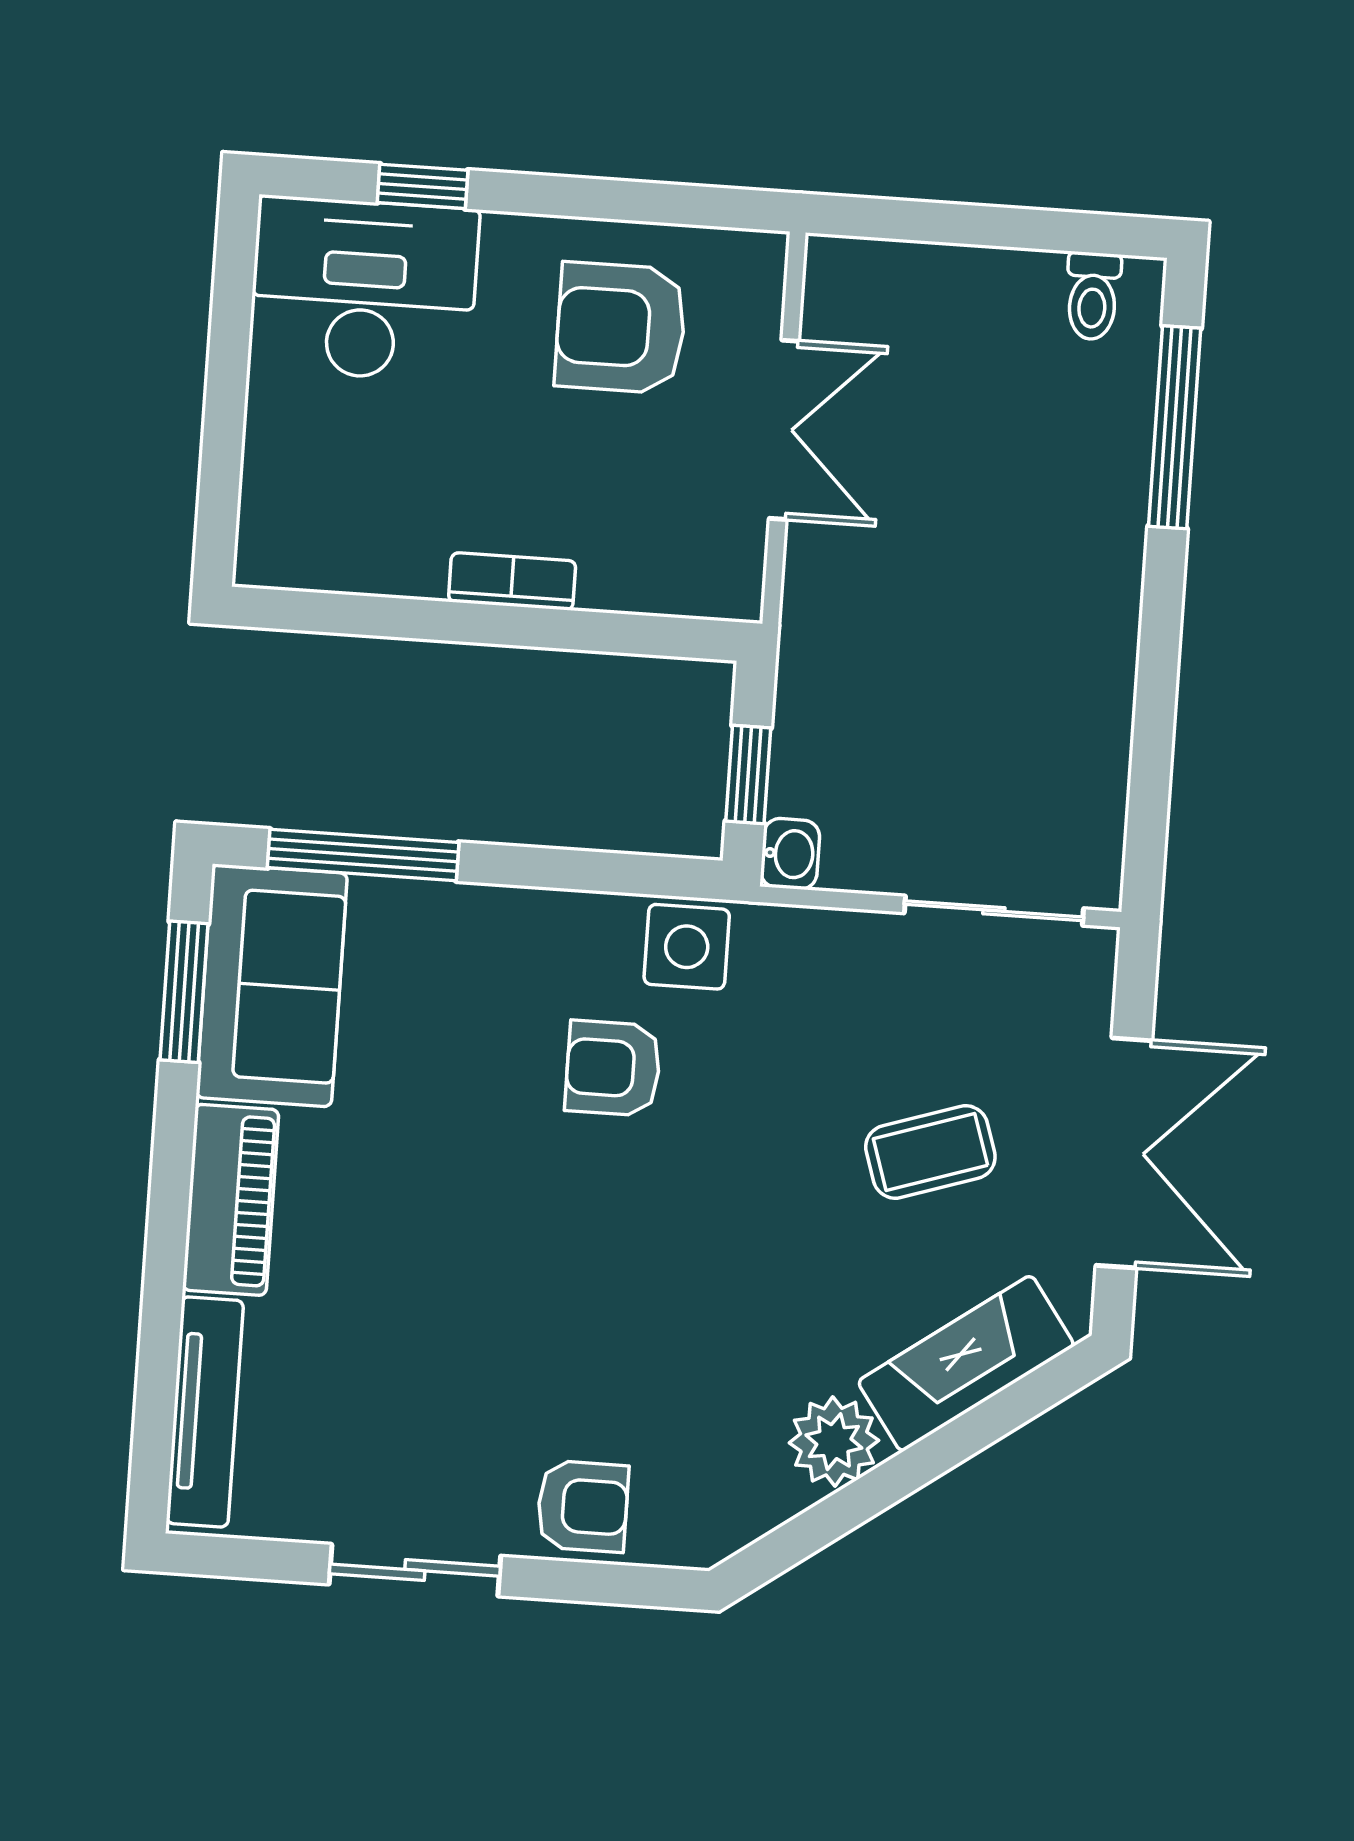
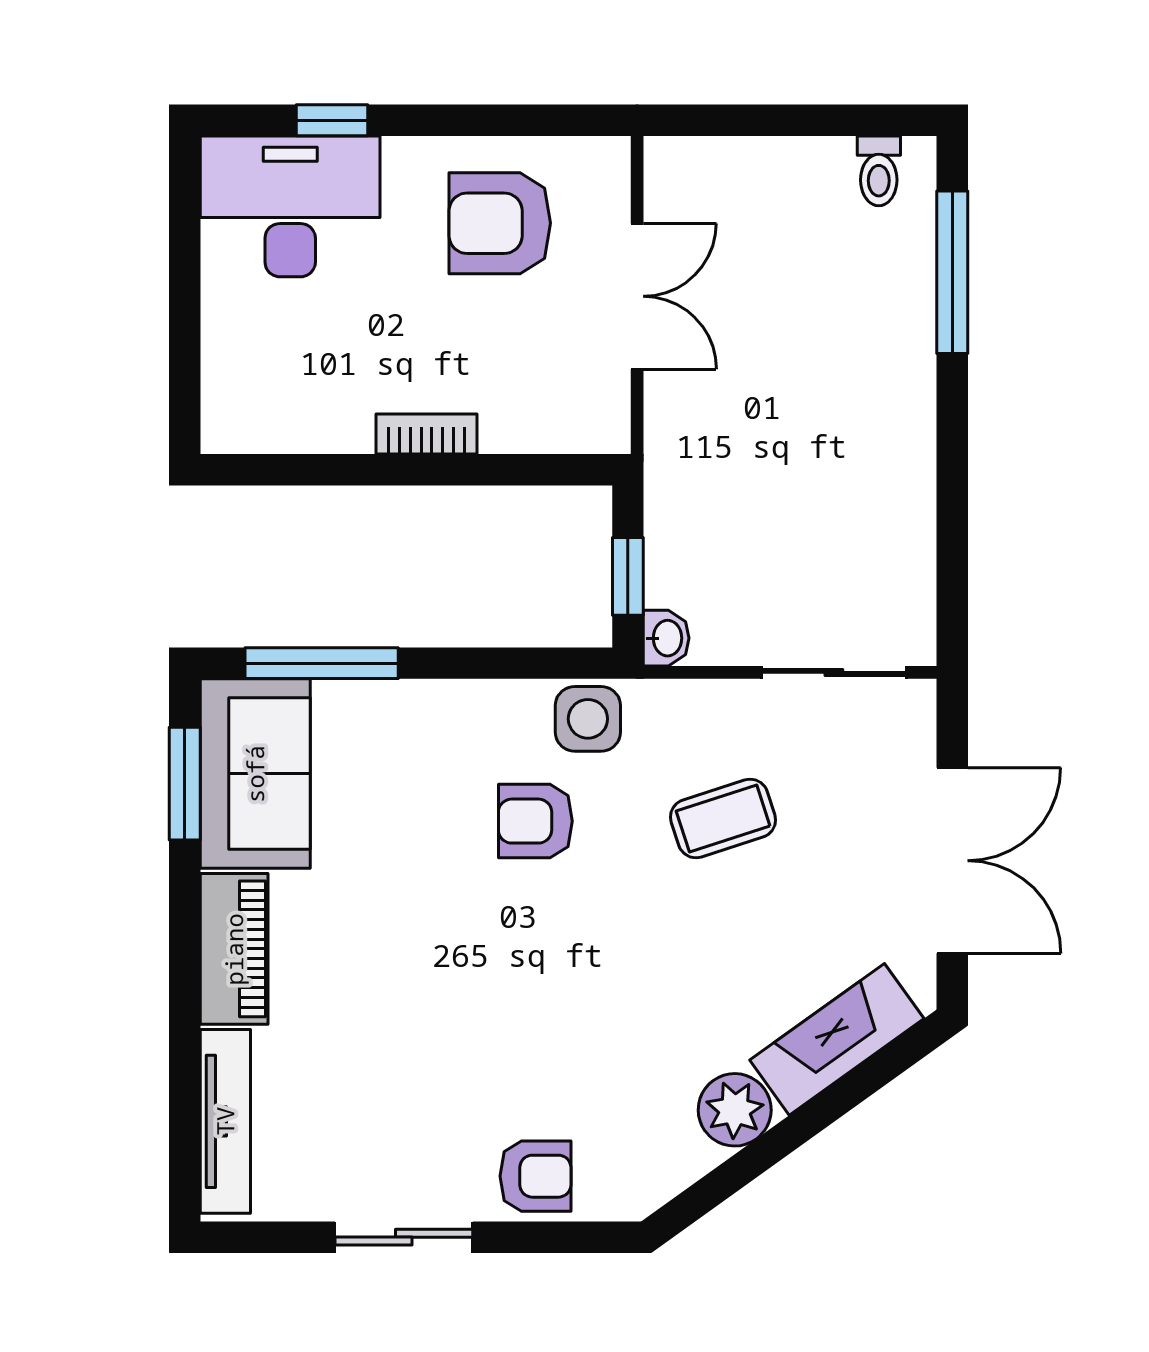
coffee table: (930, 1152) -> (723, 818), moved

